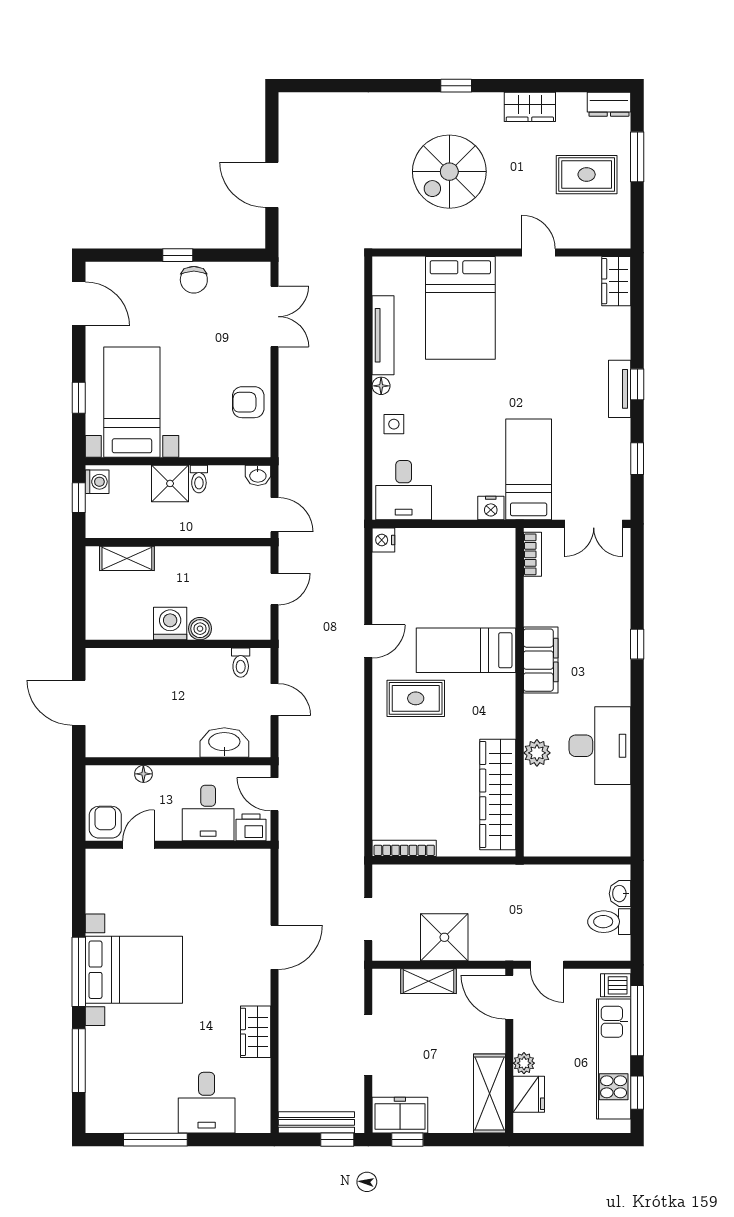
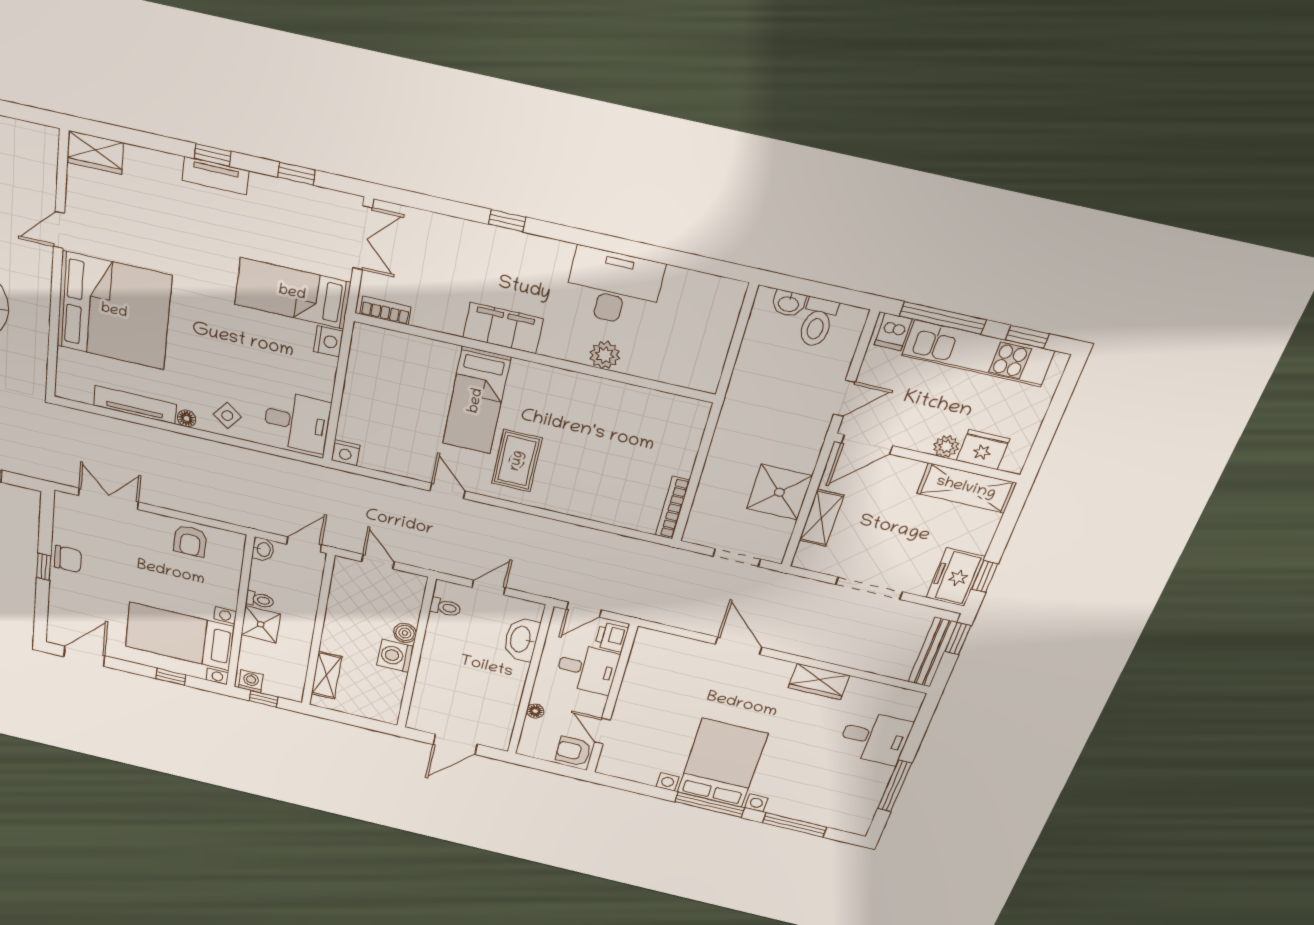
bed: (460, 308) -> (114, 311), width x1.36
side table: (394, 424) -> (227, 416), turned 37
wardrobe: (498, 794) -> (640, 405), removed

